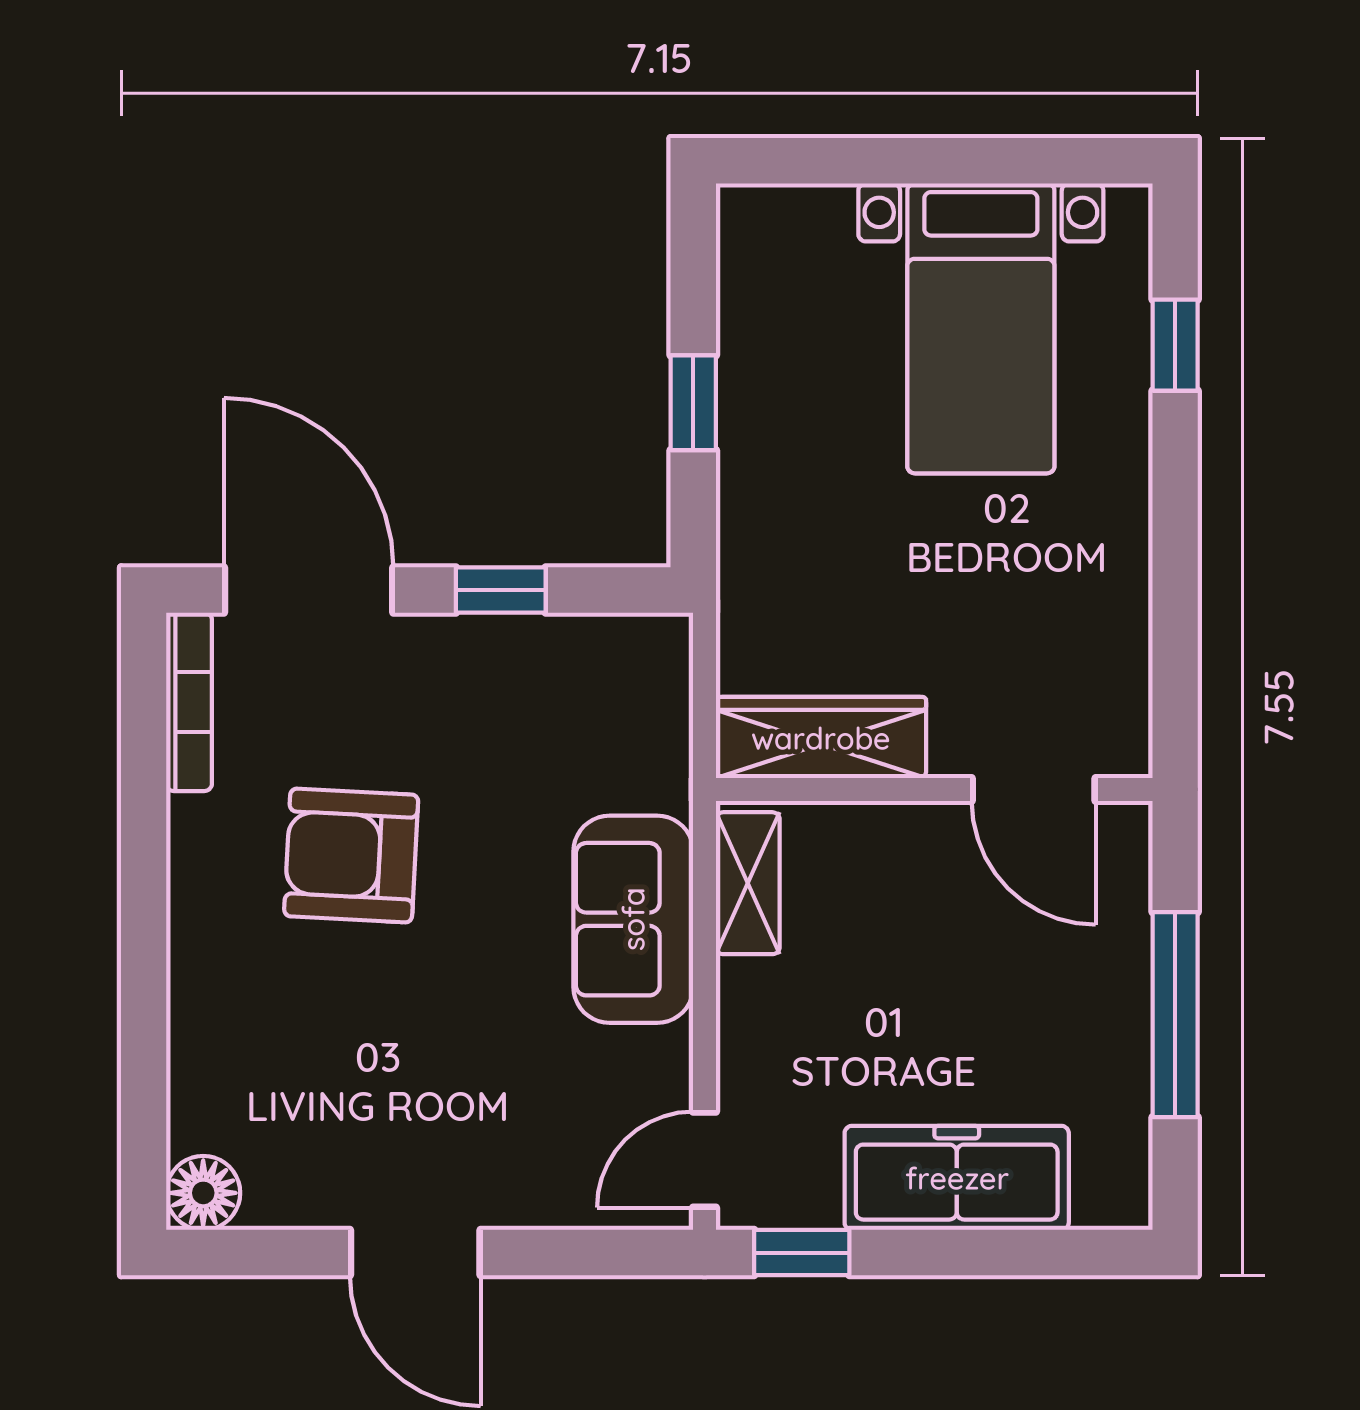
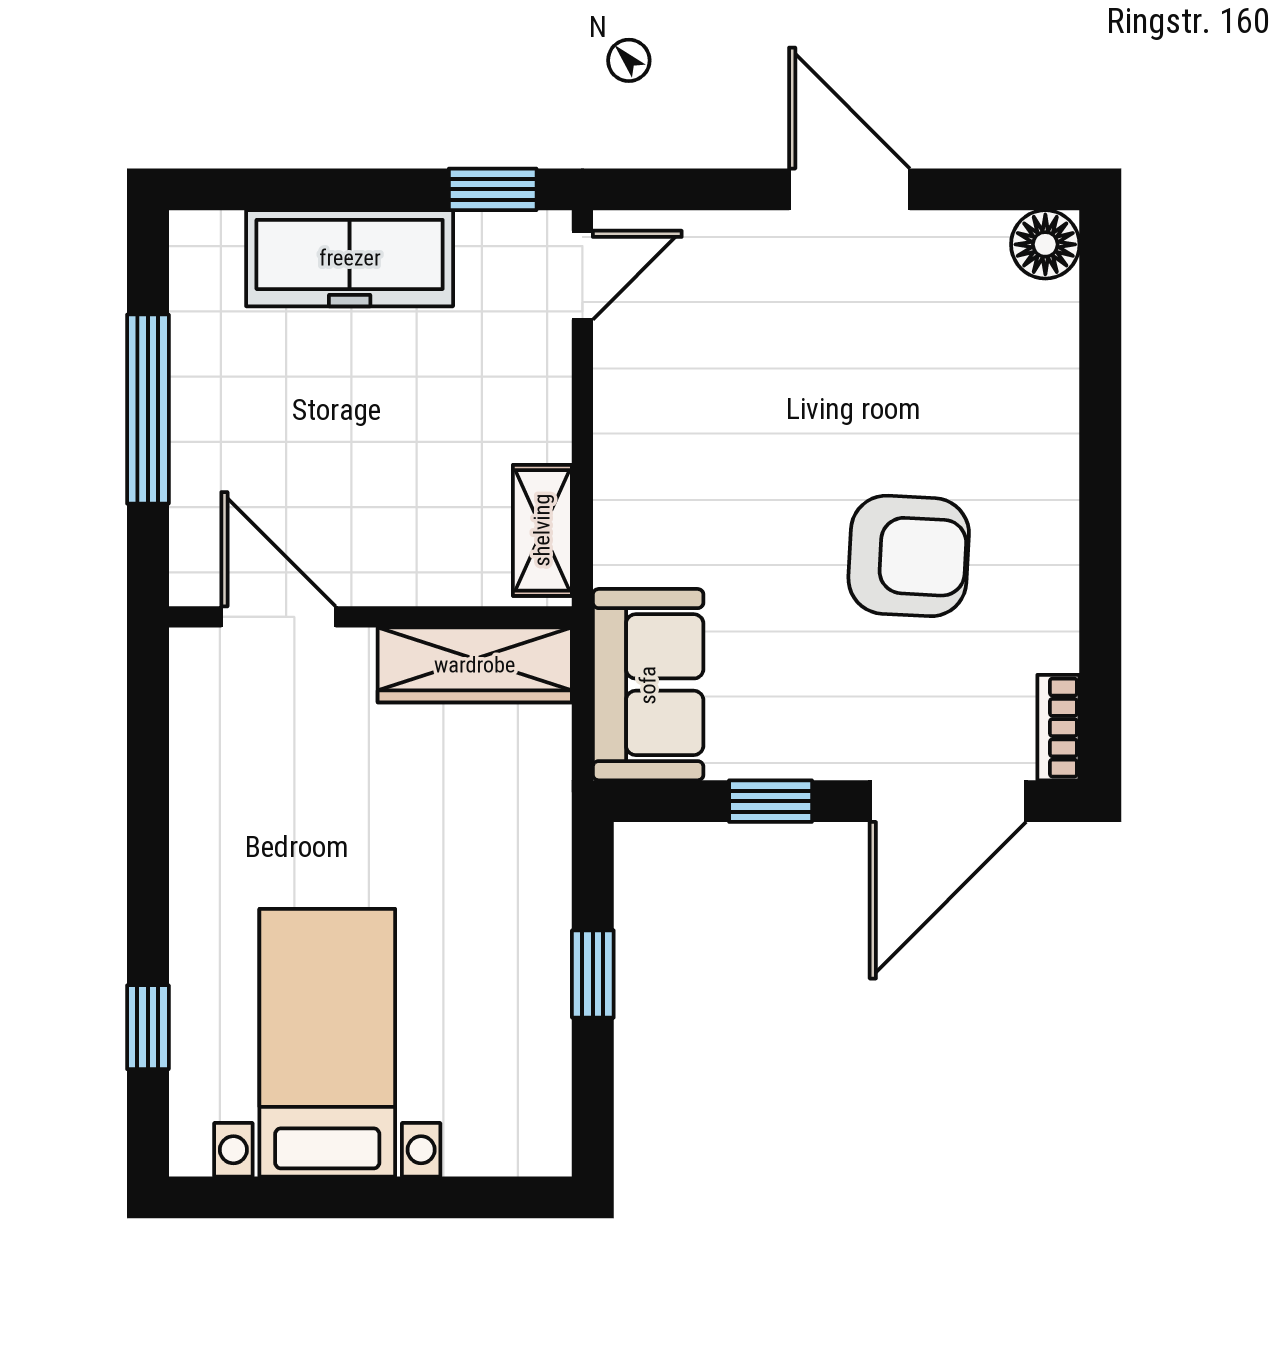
door: (309, 590) -> (948, 801), hinge flipped
bookcase: (189, 702) -> (1058, 728), width x0.64
sofa: (633, 919) -> (648, 685), moved

